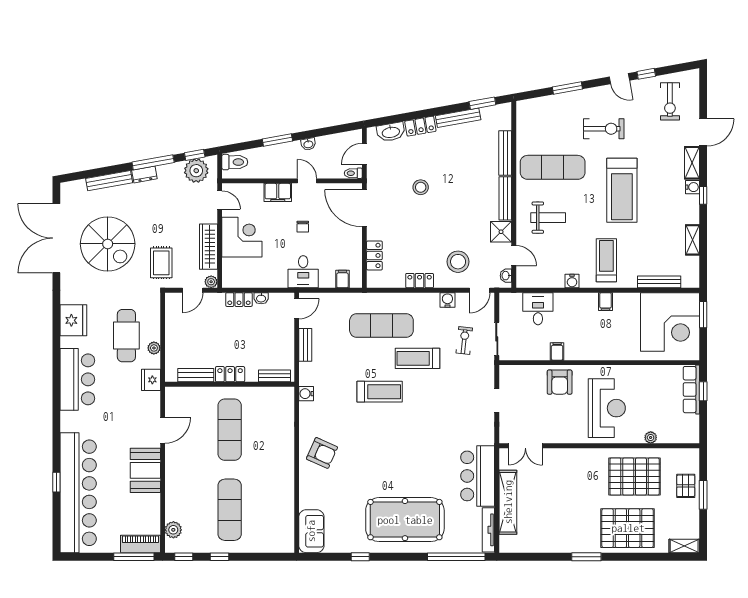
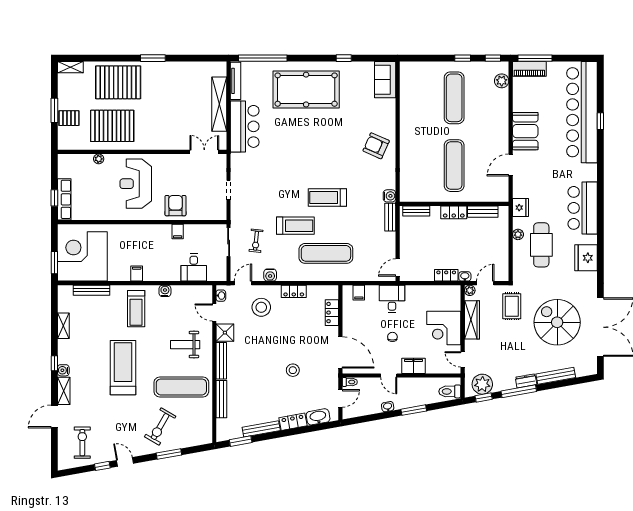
exercise bike: (604, 129) -> (160, 427), moved, turned -60
washbasin: (261, 298) -> (465, 276), moved
bench: (305, 345) -> (390, 217), moved
pallet: (686, 486) -> (69, 118), turned 90

